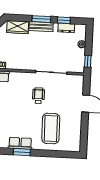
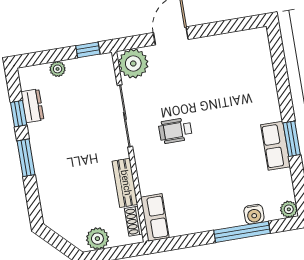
wardrobe: (18, 27) -> (52, 200), removed
bench: (41, 27) -> (125, 183), moved
plant: (76, 82) -> (133, 64), added
coffee table: (51, 128) -> (234, 93), removed

